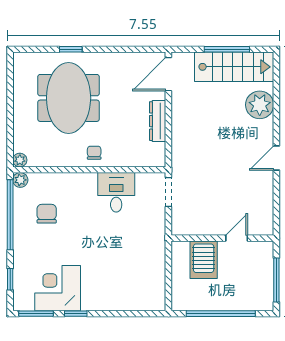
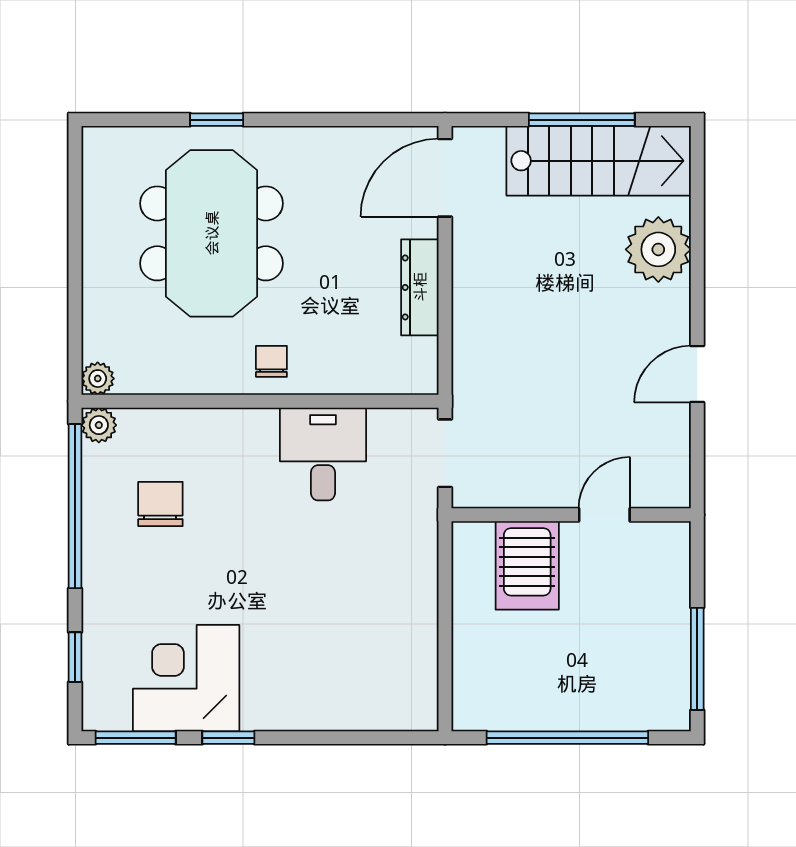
wall: (222, 238) -> (571, 515), moved
door: (237, 238) -> (604, 515), moved
server rack: (204, 260) -> (527, 565), moved

